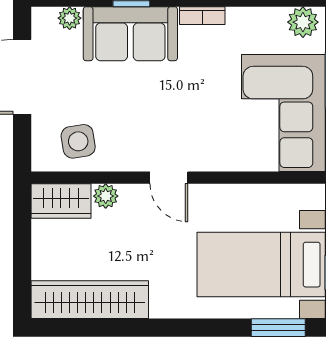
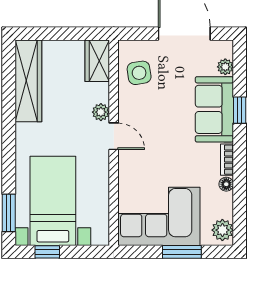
floor lamp: (237, 17) -> (226, 184), added
door: (169, 178) -> (114, 136), swing flipped
plant: (106, 196) -> (101, 112), moved

